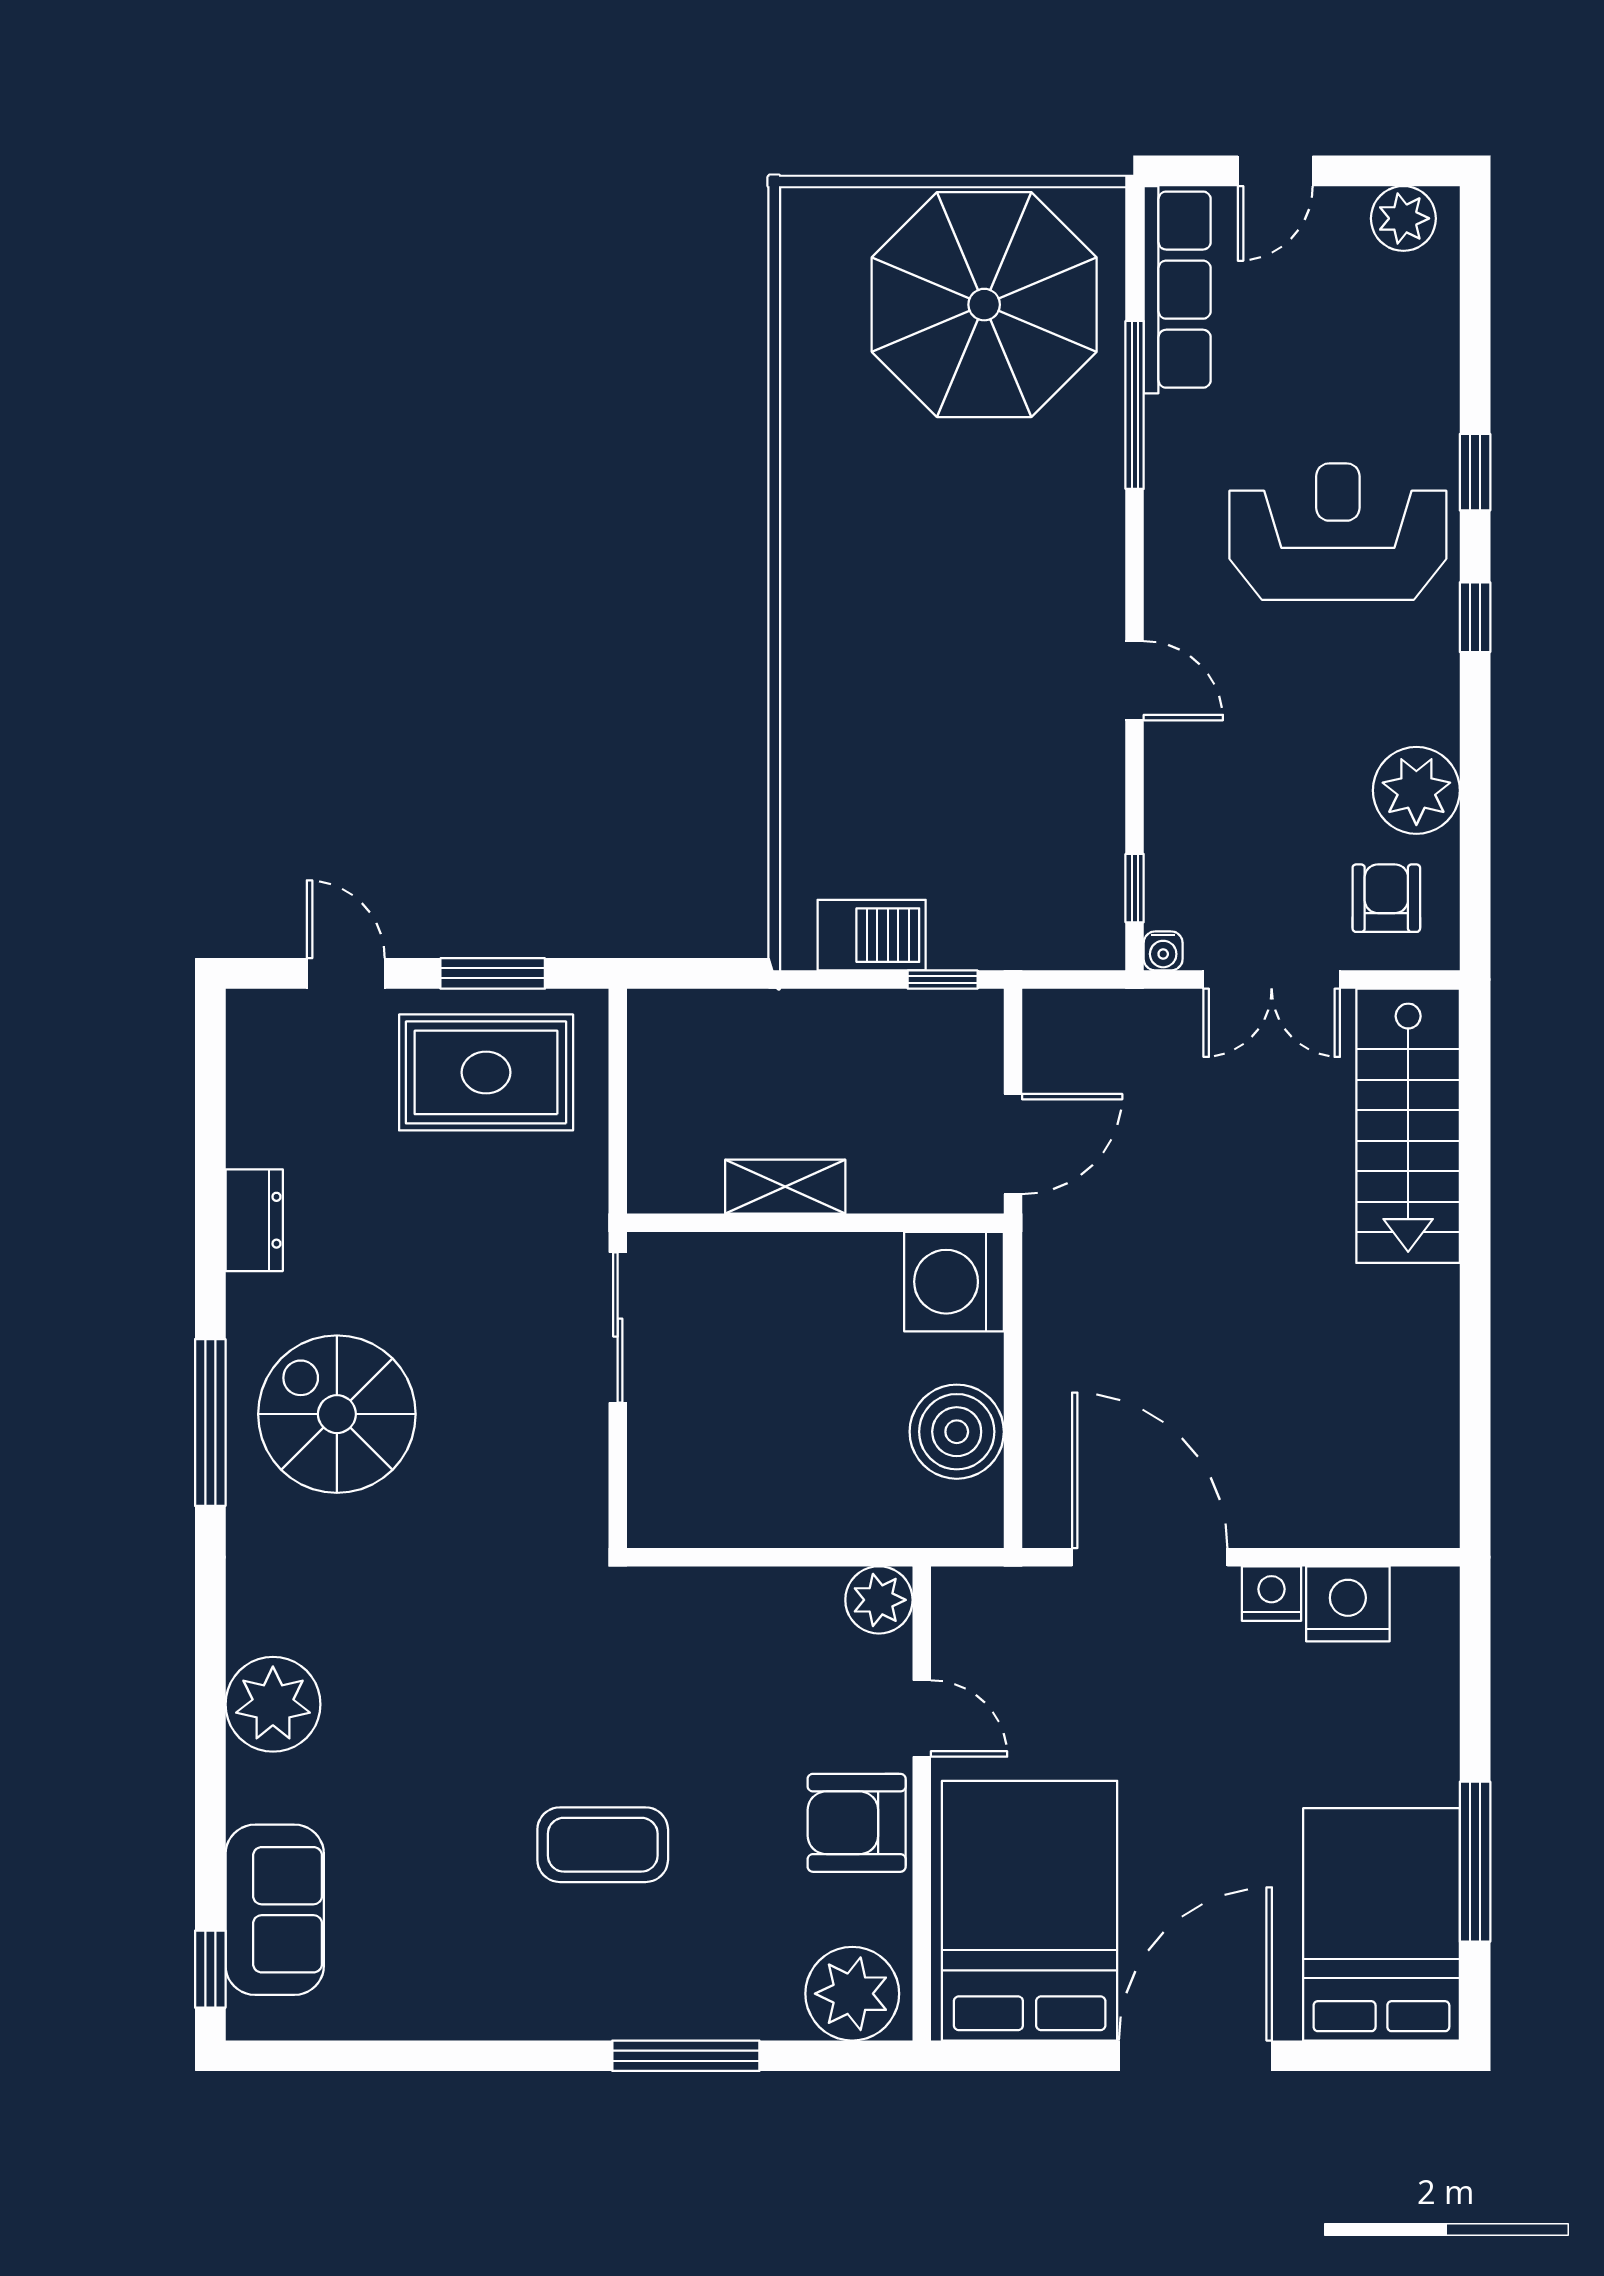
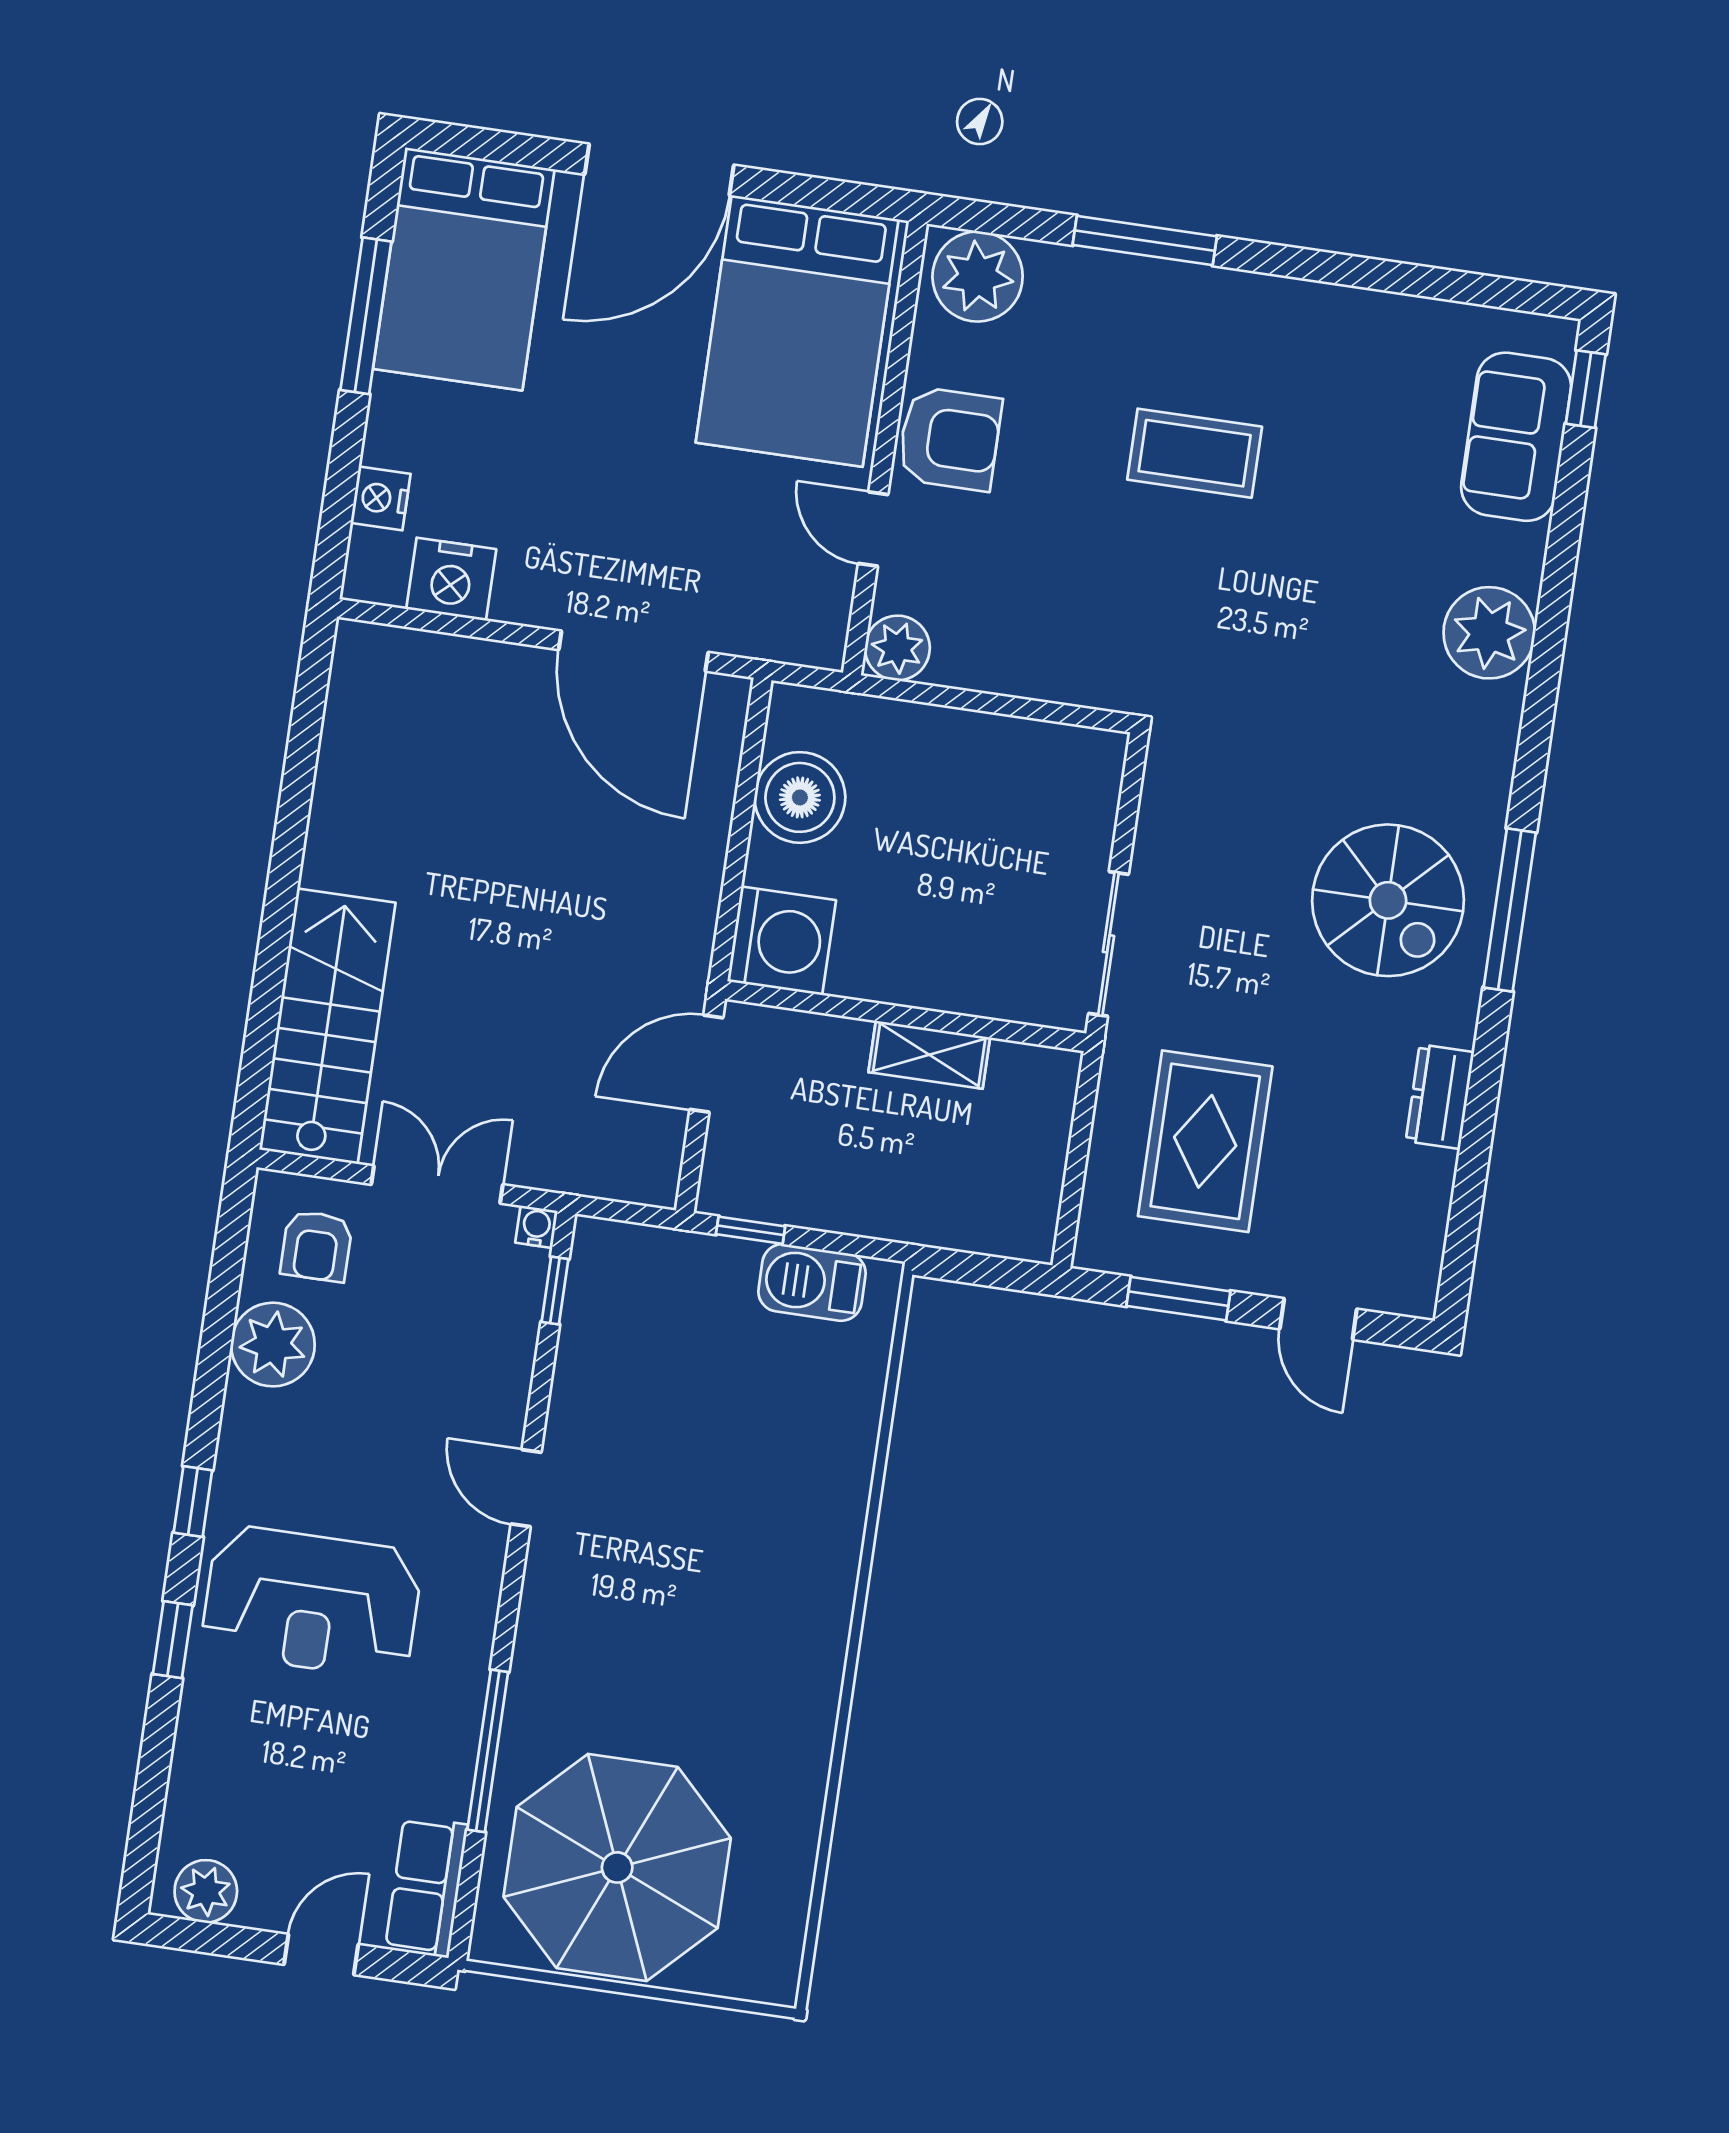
row of seats: (1177, 290) -> (426, 1887), width x0.68
rug: (486, 1072) -> (1205, 1141), moved, turned 90
nightstand: (1272, 1594) -> (381, 498), moved, turned 90

